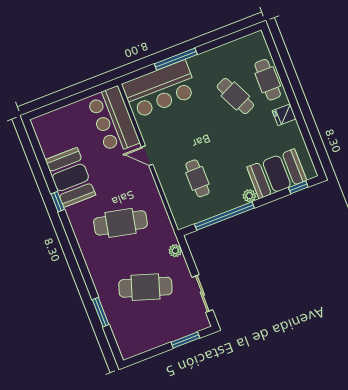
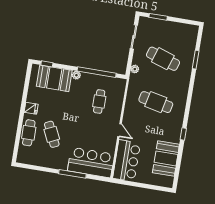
booth: (70, 177) -> (166, 158), moved

